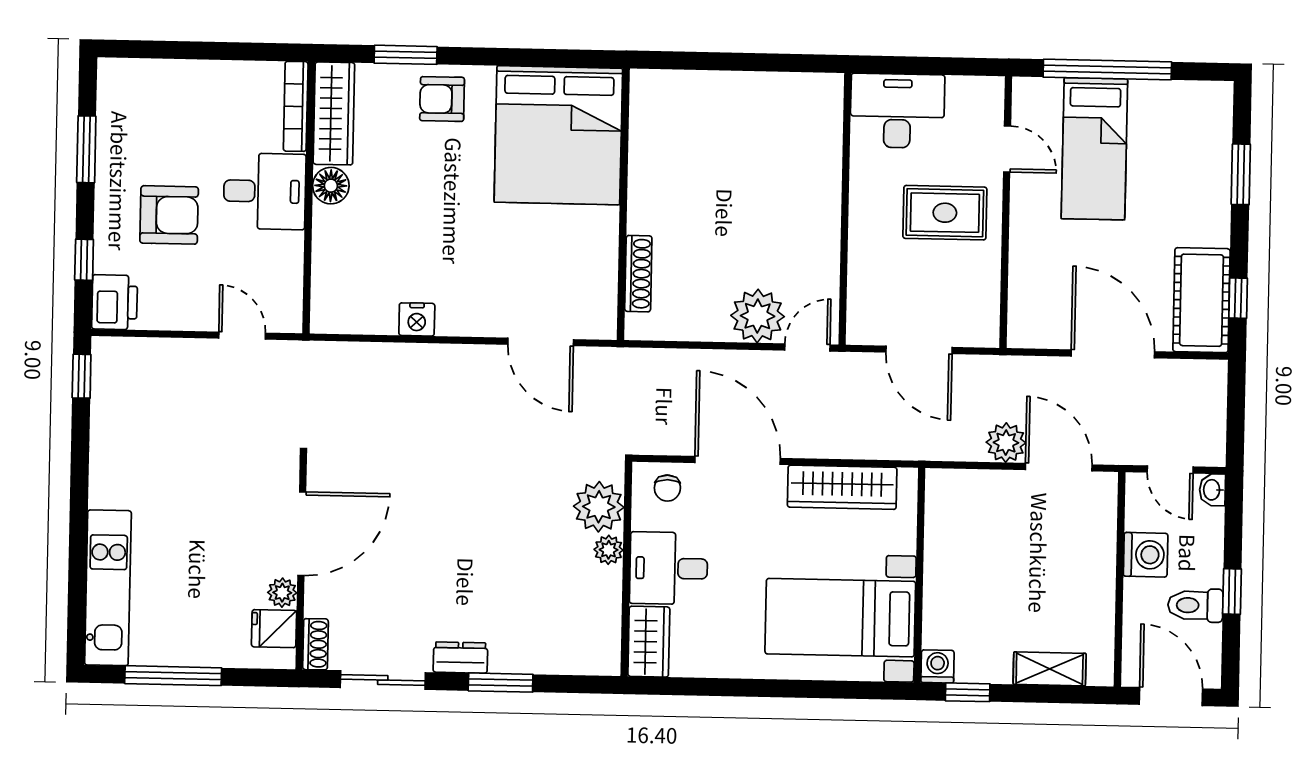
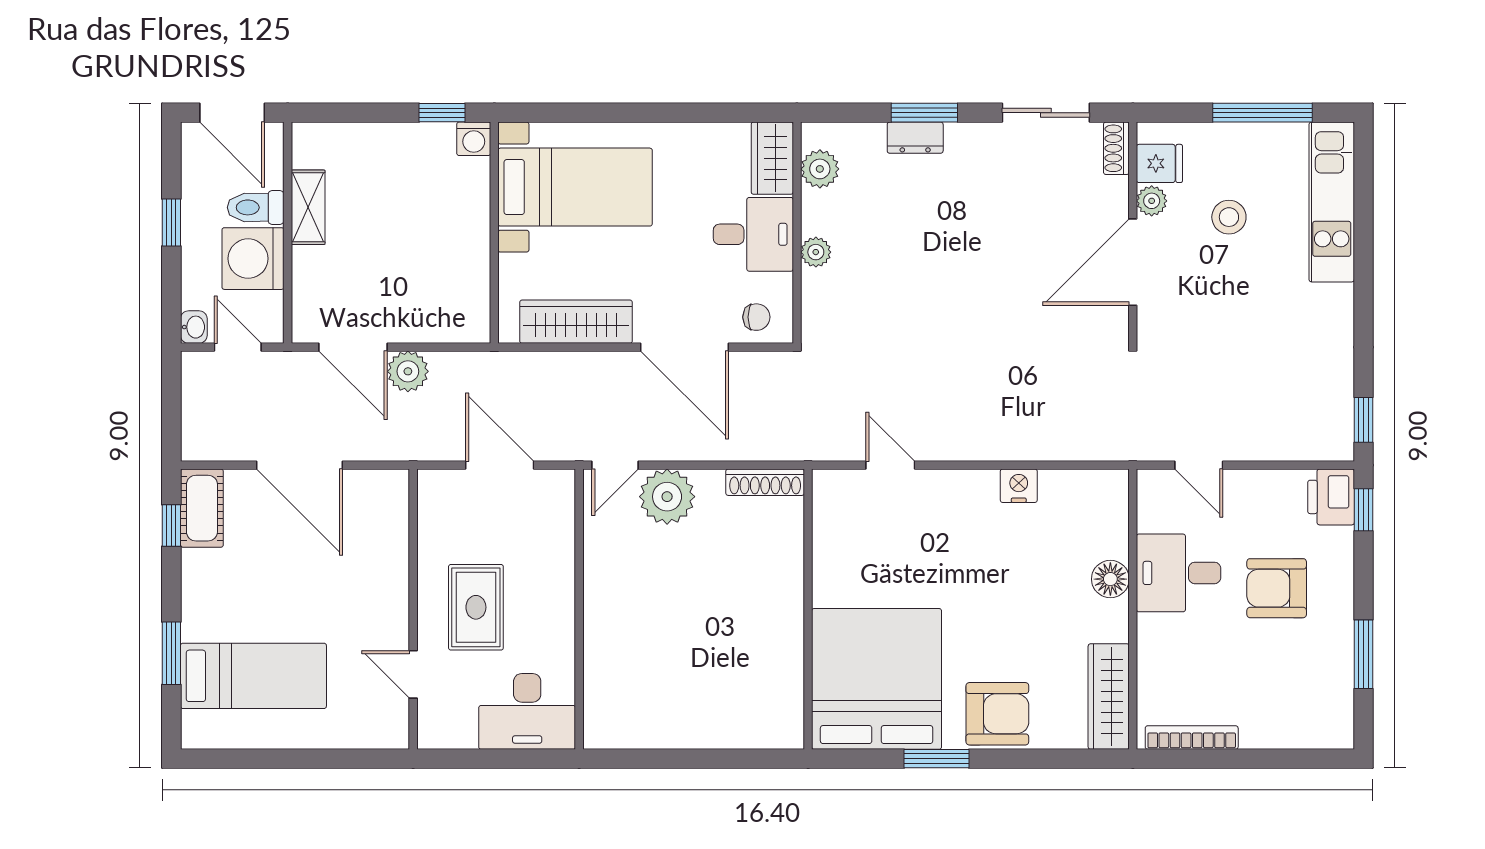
window: (406, 55) -> (936, 759), moved
window: (1107, 70) -> (311, 759), removed
armchair: (442, 99) -> (997, 714), width x1.38, depth x1.38
bookcase: (296, 106) -> (1192, 738), moved, turned -90
bed: (1094, 149) -> (253, 676), moved, turned 90
floor lamp: (331, 186) -> (1110, 579), moved
desk: (265, 191) -> (1179, 573), moved
rug: (945, 213) -> (476, 607), turned 90
window: (84, 260) -> (1363, 510), moved
shoe rack: (638, 274) -> (765, 482), moved, turned -90
cot: (1202, 300) -> (202, 508), width x0.73, depth x0.75
door: (541, 342) -> (890, 465), width x0.73
chair: (667, 488) -> (756, 317), turned 90
plant: (599, 507) -> (820, 169), moved, width x0.73, depth x0.73
washing machine: (1146, 555) -> (253, 259), width x1.37, depth x1.37
stool: (208, 575) -> (1229, 217), added
toilet: (1195, 605) -> (256, 207), moved, turned 180
dresser: (460, 658) -> (915, 138), moved
shelving: (1050, 669) -> (308, 207), moved, turned 90

